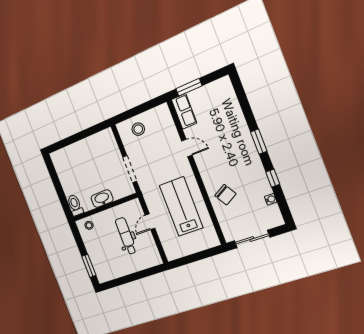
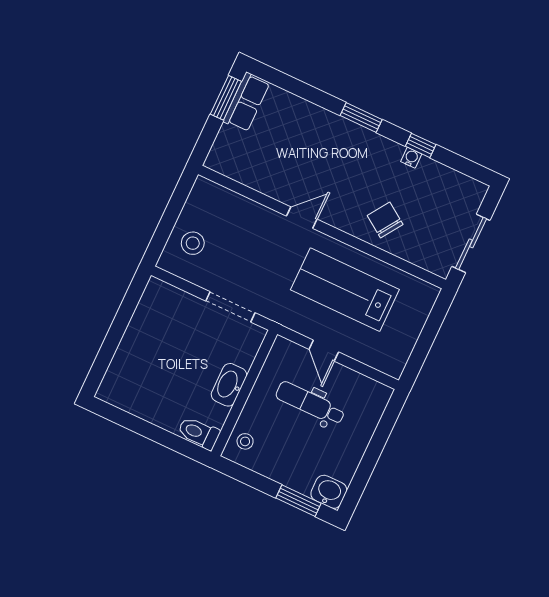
window: (189, 87) -> (226, 98), moved
row of seats: (184, 111) -> (246, 102), moved, turned 90
door: (187, 148) -> (302, 218), moved
chair: (225, 195) -> (385, 220), turned -116
water cooler: (271, 199) -> (411, 158), moved
washbasin: (103, 274) -> (329, 492), added

